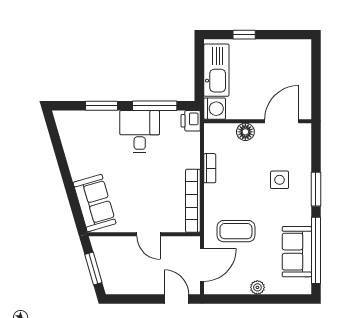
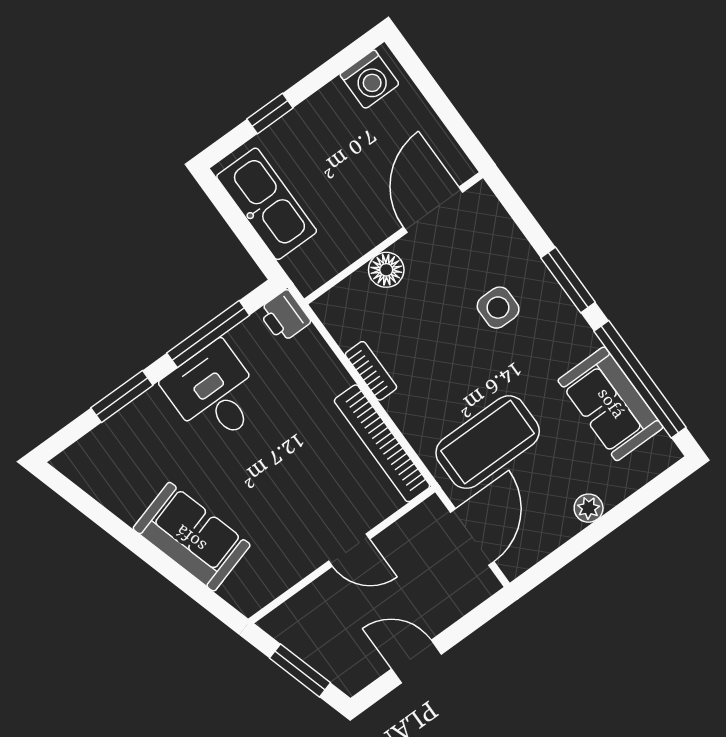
washing machine: (215, 109) -> (370, 79), moved, turned 90
sofa: (95, 203) -> (192, 537), moved
coffee table: (236, 231) -> (488, 442), width x1.36, depth x1.32
door: (177, 299) -> (416, 662), moved

